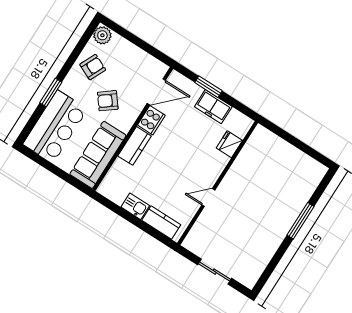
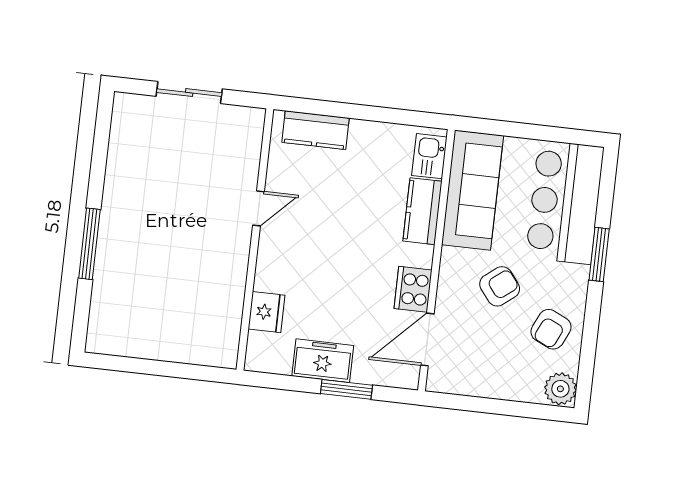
kitchen counter: (135, 146) -> (422, 211), moved
kitchen sink: (135, 206) -> (429, 156), moved, turned 90

